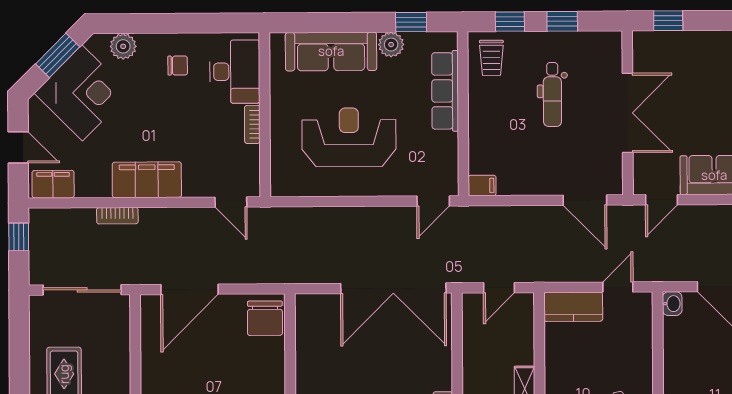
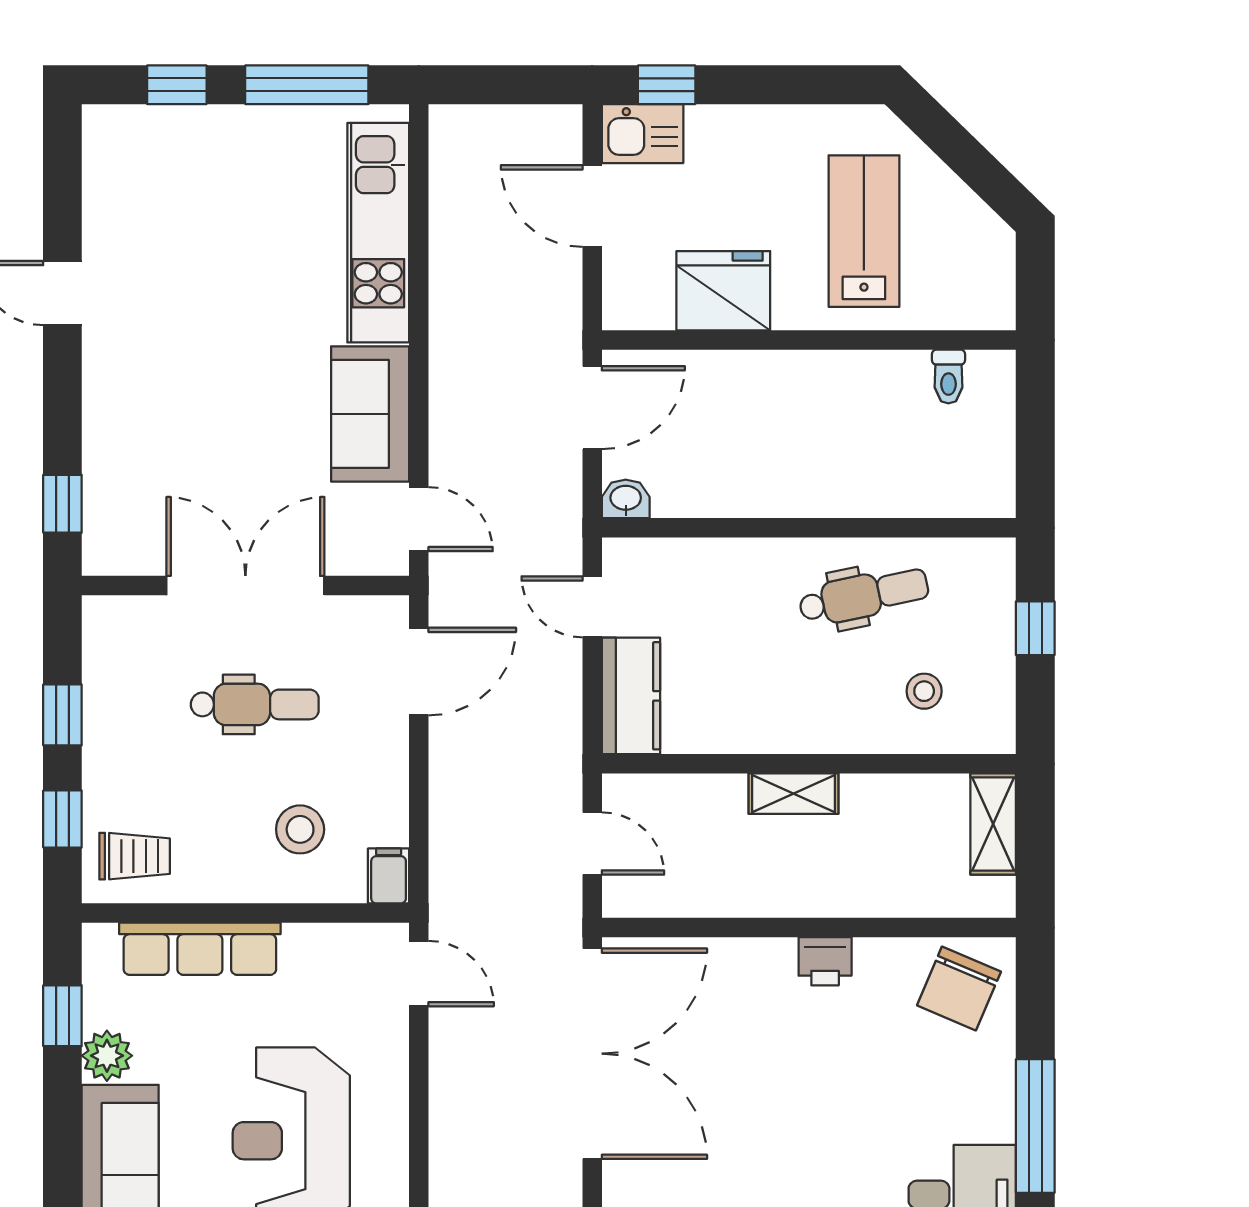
dental chair: (552, 95) -> (255, 704), moved
stool: (505, 141) -> (300, 829), added

